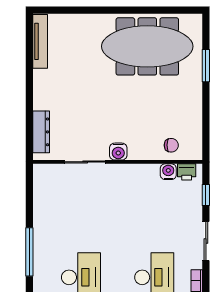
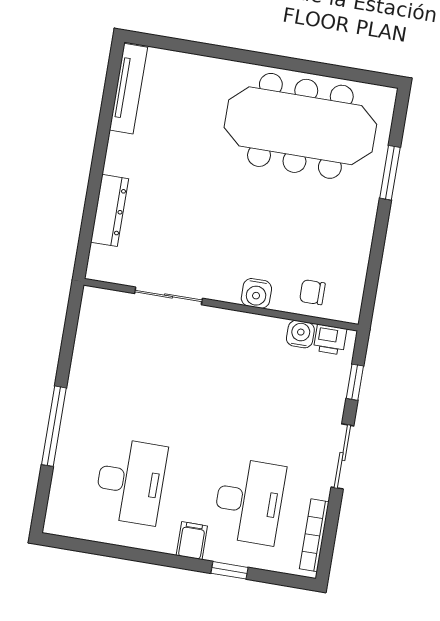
dresser: (41, 132) -> (110, 210), moved
chair: (171, 145) -> (312, 292), turned 180
water cooler: (118, 152) -> (256, 293), moved

